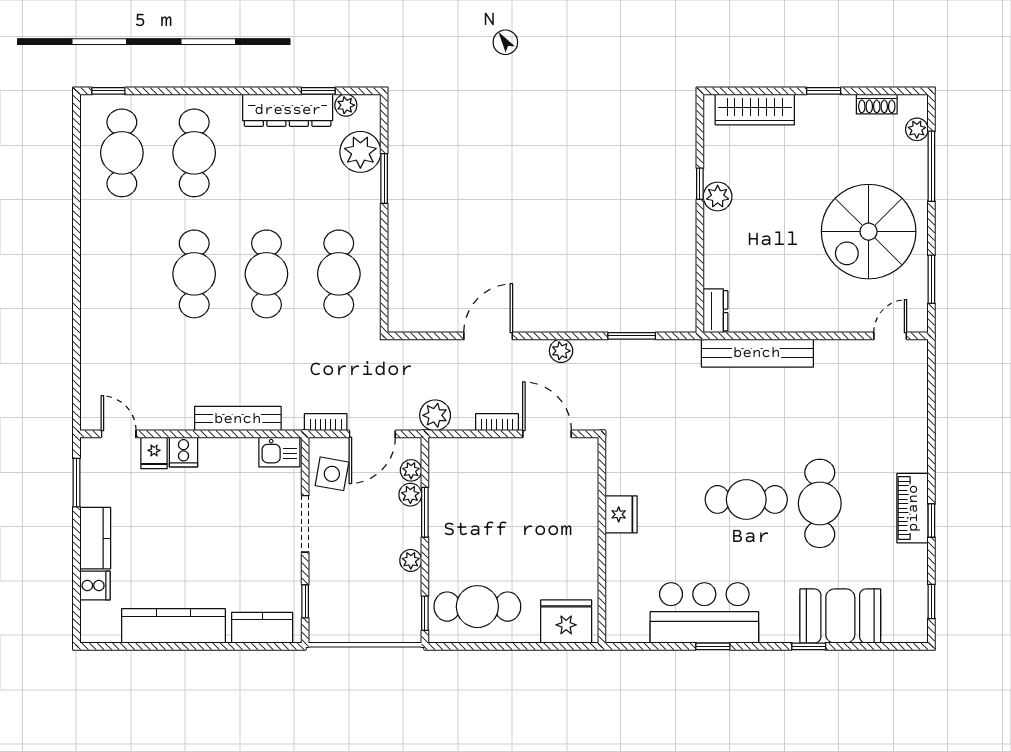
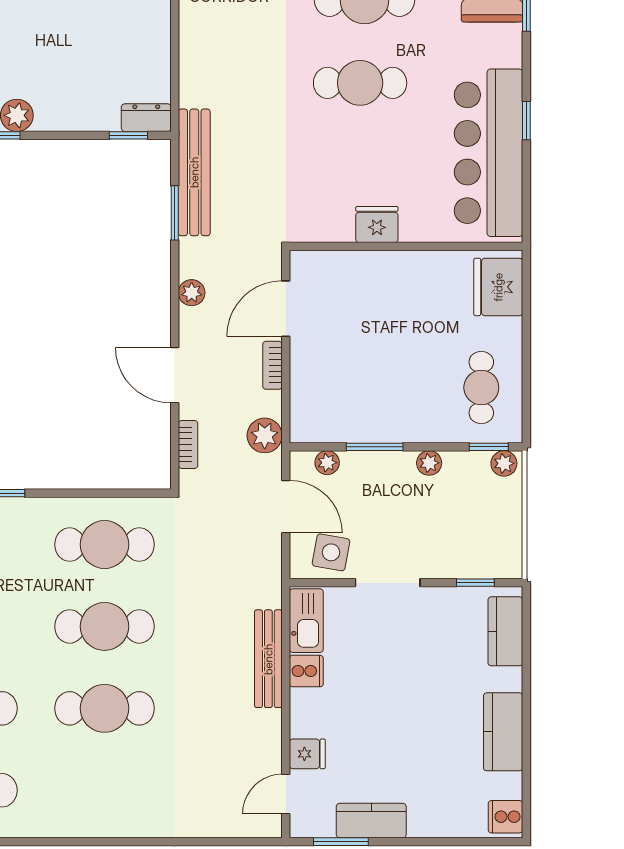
window: (700, 295) -> (128, 135), added
bench: (757, 353) -> (194, 172), moved
bookcase: (326, 422) -> (188, 445), moved, turned 180
cooker: (183, 452) -> (306, 671), moved
kitchen sink: (279, 452) -> (306, 621), width x1.38
plant: (410, 495) -> (504, 463), moved
cafe table: (746, 499) -> (360, 83), turned 90
kitchen counter: (95, 538) -> (371, 821), moved
cooker: (95, 586) -> (505, 817), moved, turned -90
cafe table: (477, 607) -> (481, 387), width x0.73, depth x0.74
bar counter: (704, 613) -> (489, 153), width x1.36
kitchen counter: (173, 626) -> (503, 732), width x0.67

